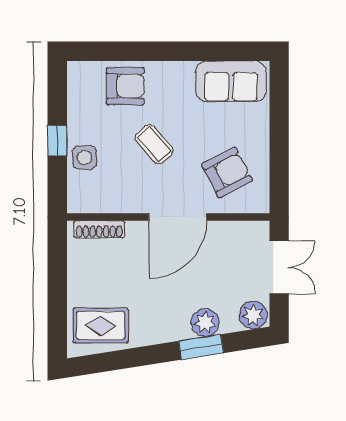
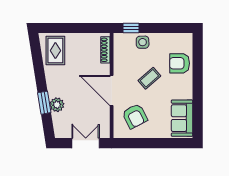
armchair: (125, 86) -> (180, 63), turned 90
window: (57, 141) -> (131, 28), moved
double door: (279, 267) -> (86, 143), swing flipped
plant: (253, 315) -> (61, 130), removed

